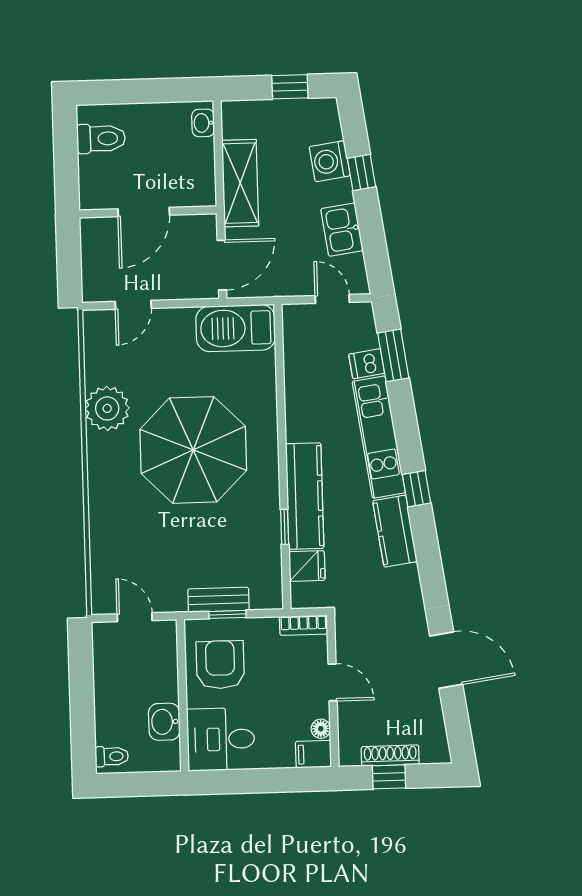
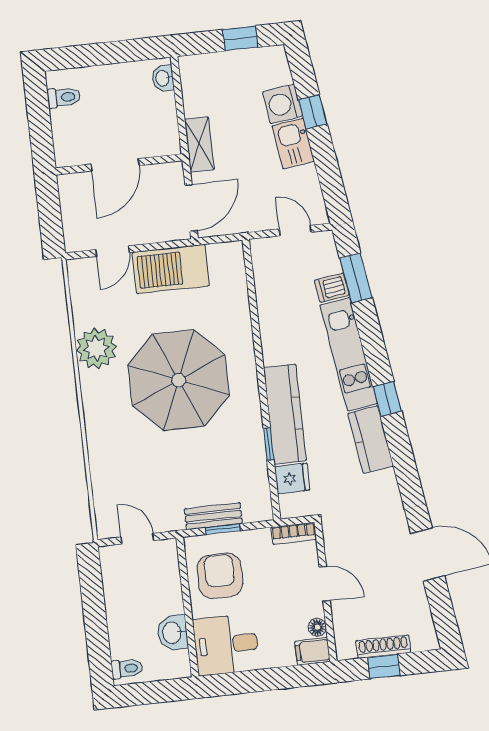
toilet: (101, 139) -> (64, 97), width x0.73, depth x0.72
shelving: (240, 183) -> (199, 145), width x0.67, depth x0.75
kitchen sink: (342, 230) -> (293, 144), moved
barbecue: (236, 328) -> (171, 269), moved

